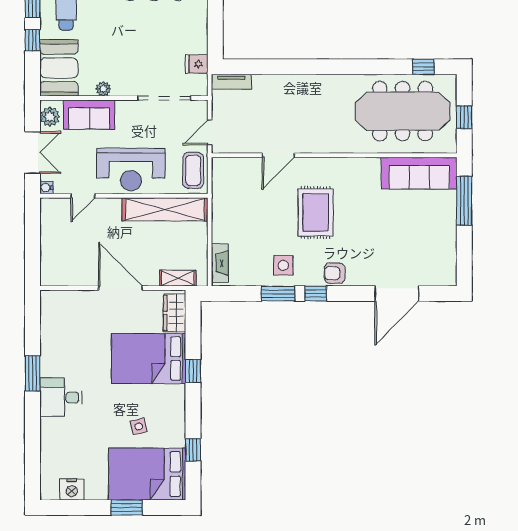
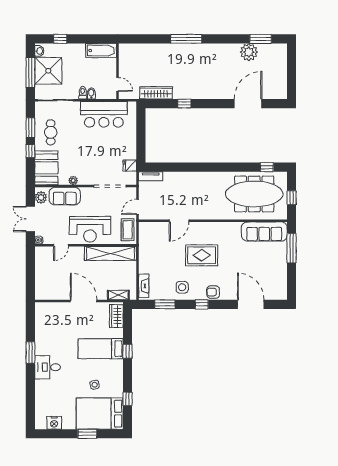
double door: (33, 152) -> (30, 219), swing flipped
rug: (316, 213) -> (202, 255), turned 90
window: (278, 294) -> (165, 304), moved
door: (397, 294) -> (251, 304), swing flipped
bed: (149, 359) -> (101, 349), width x0.67

